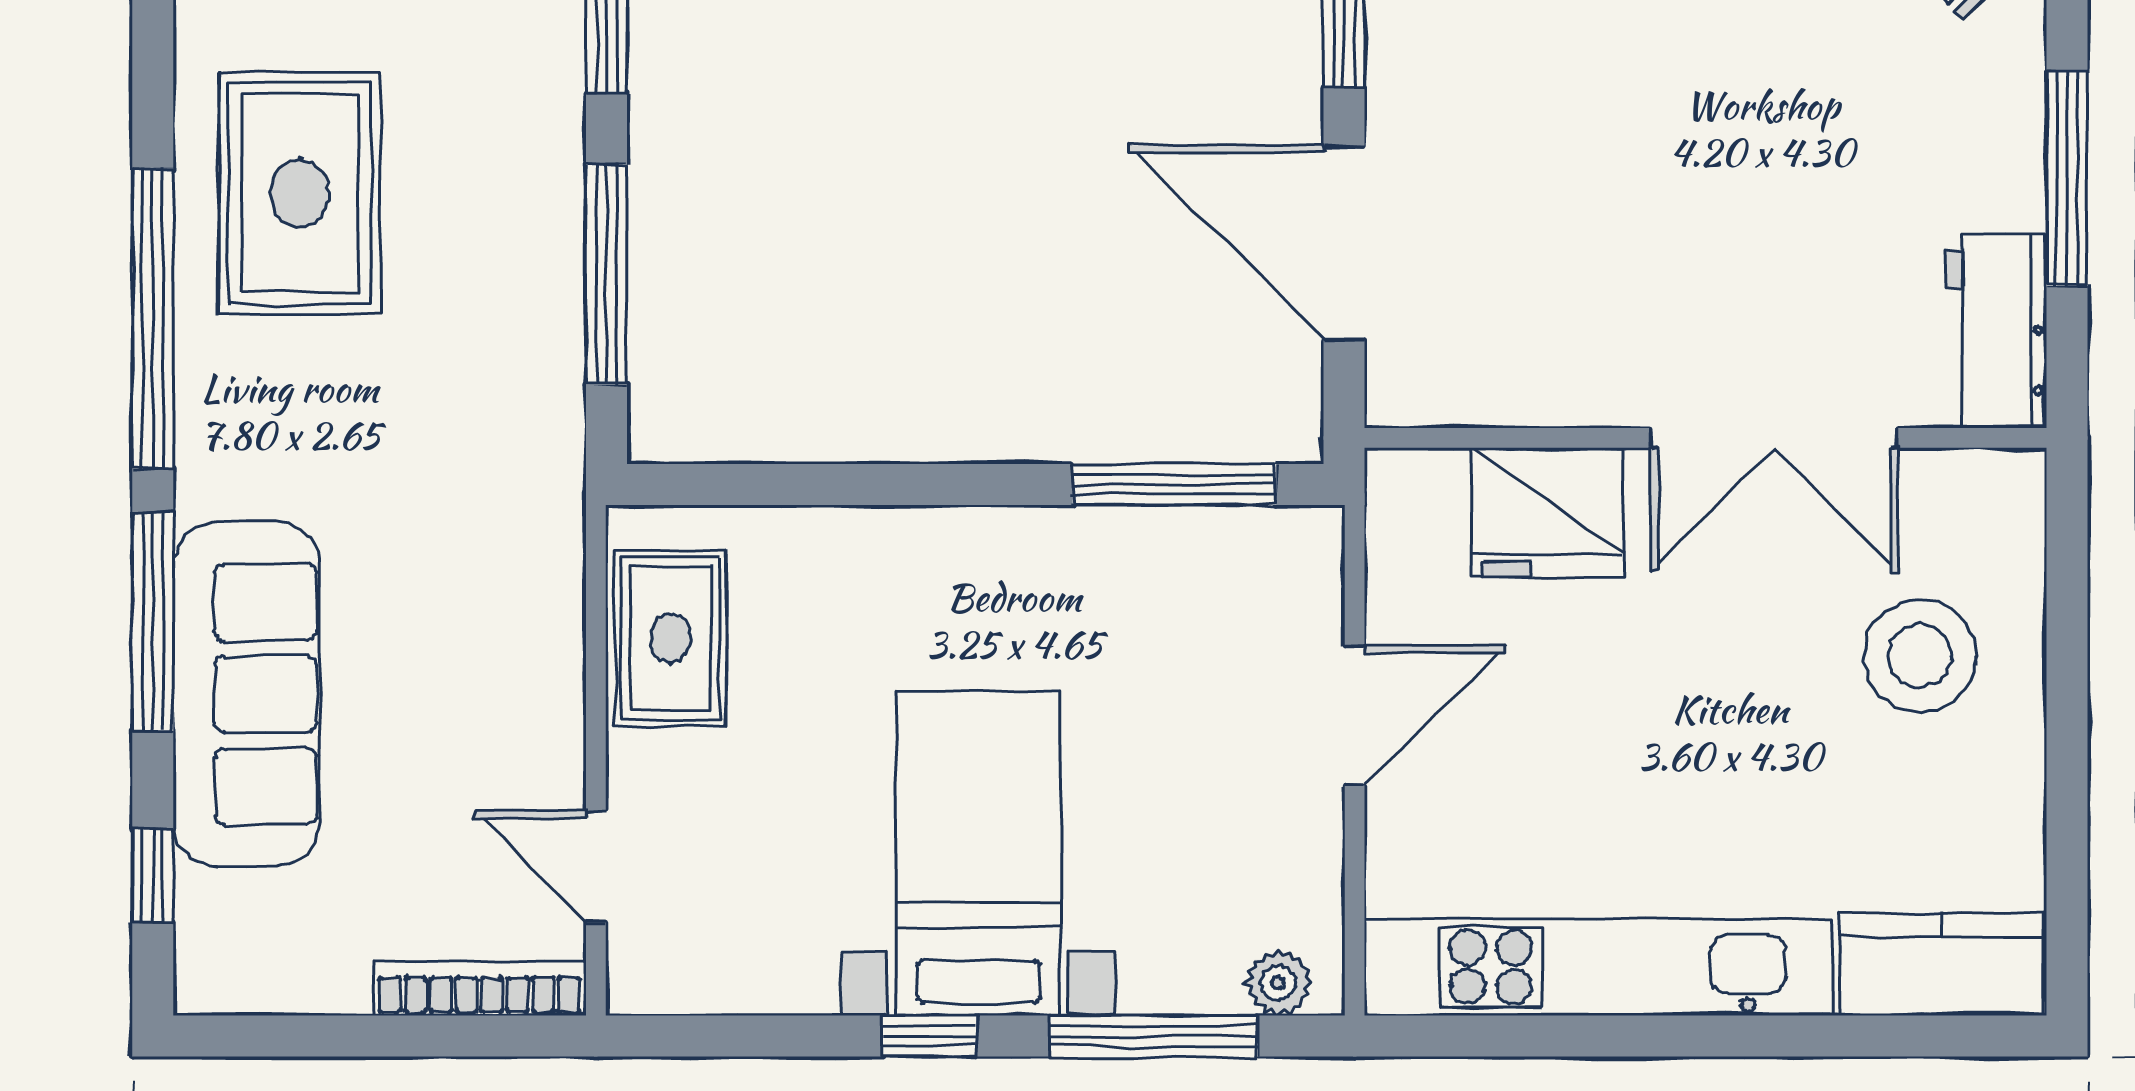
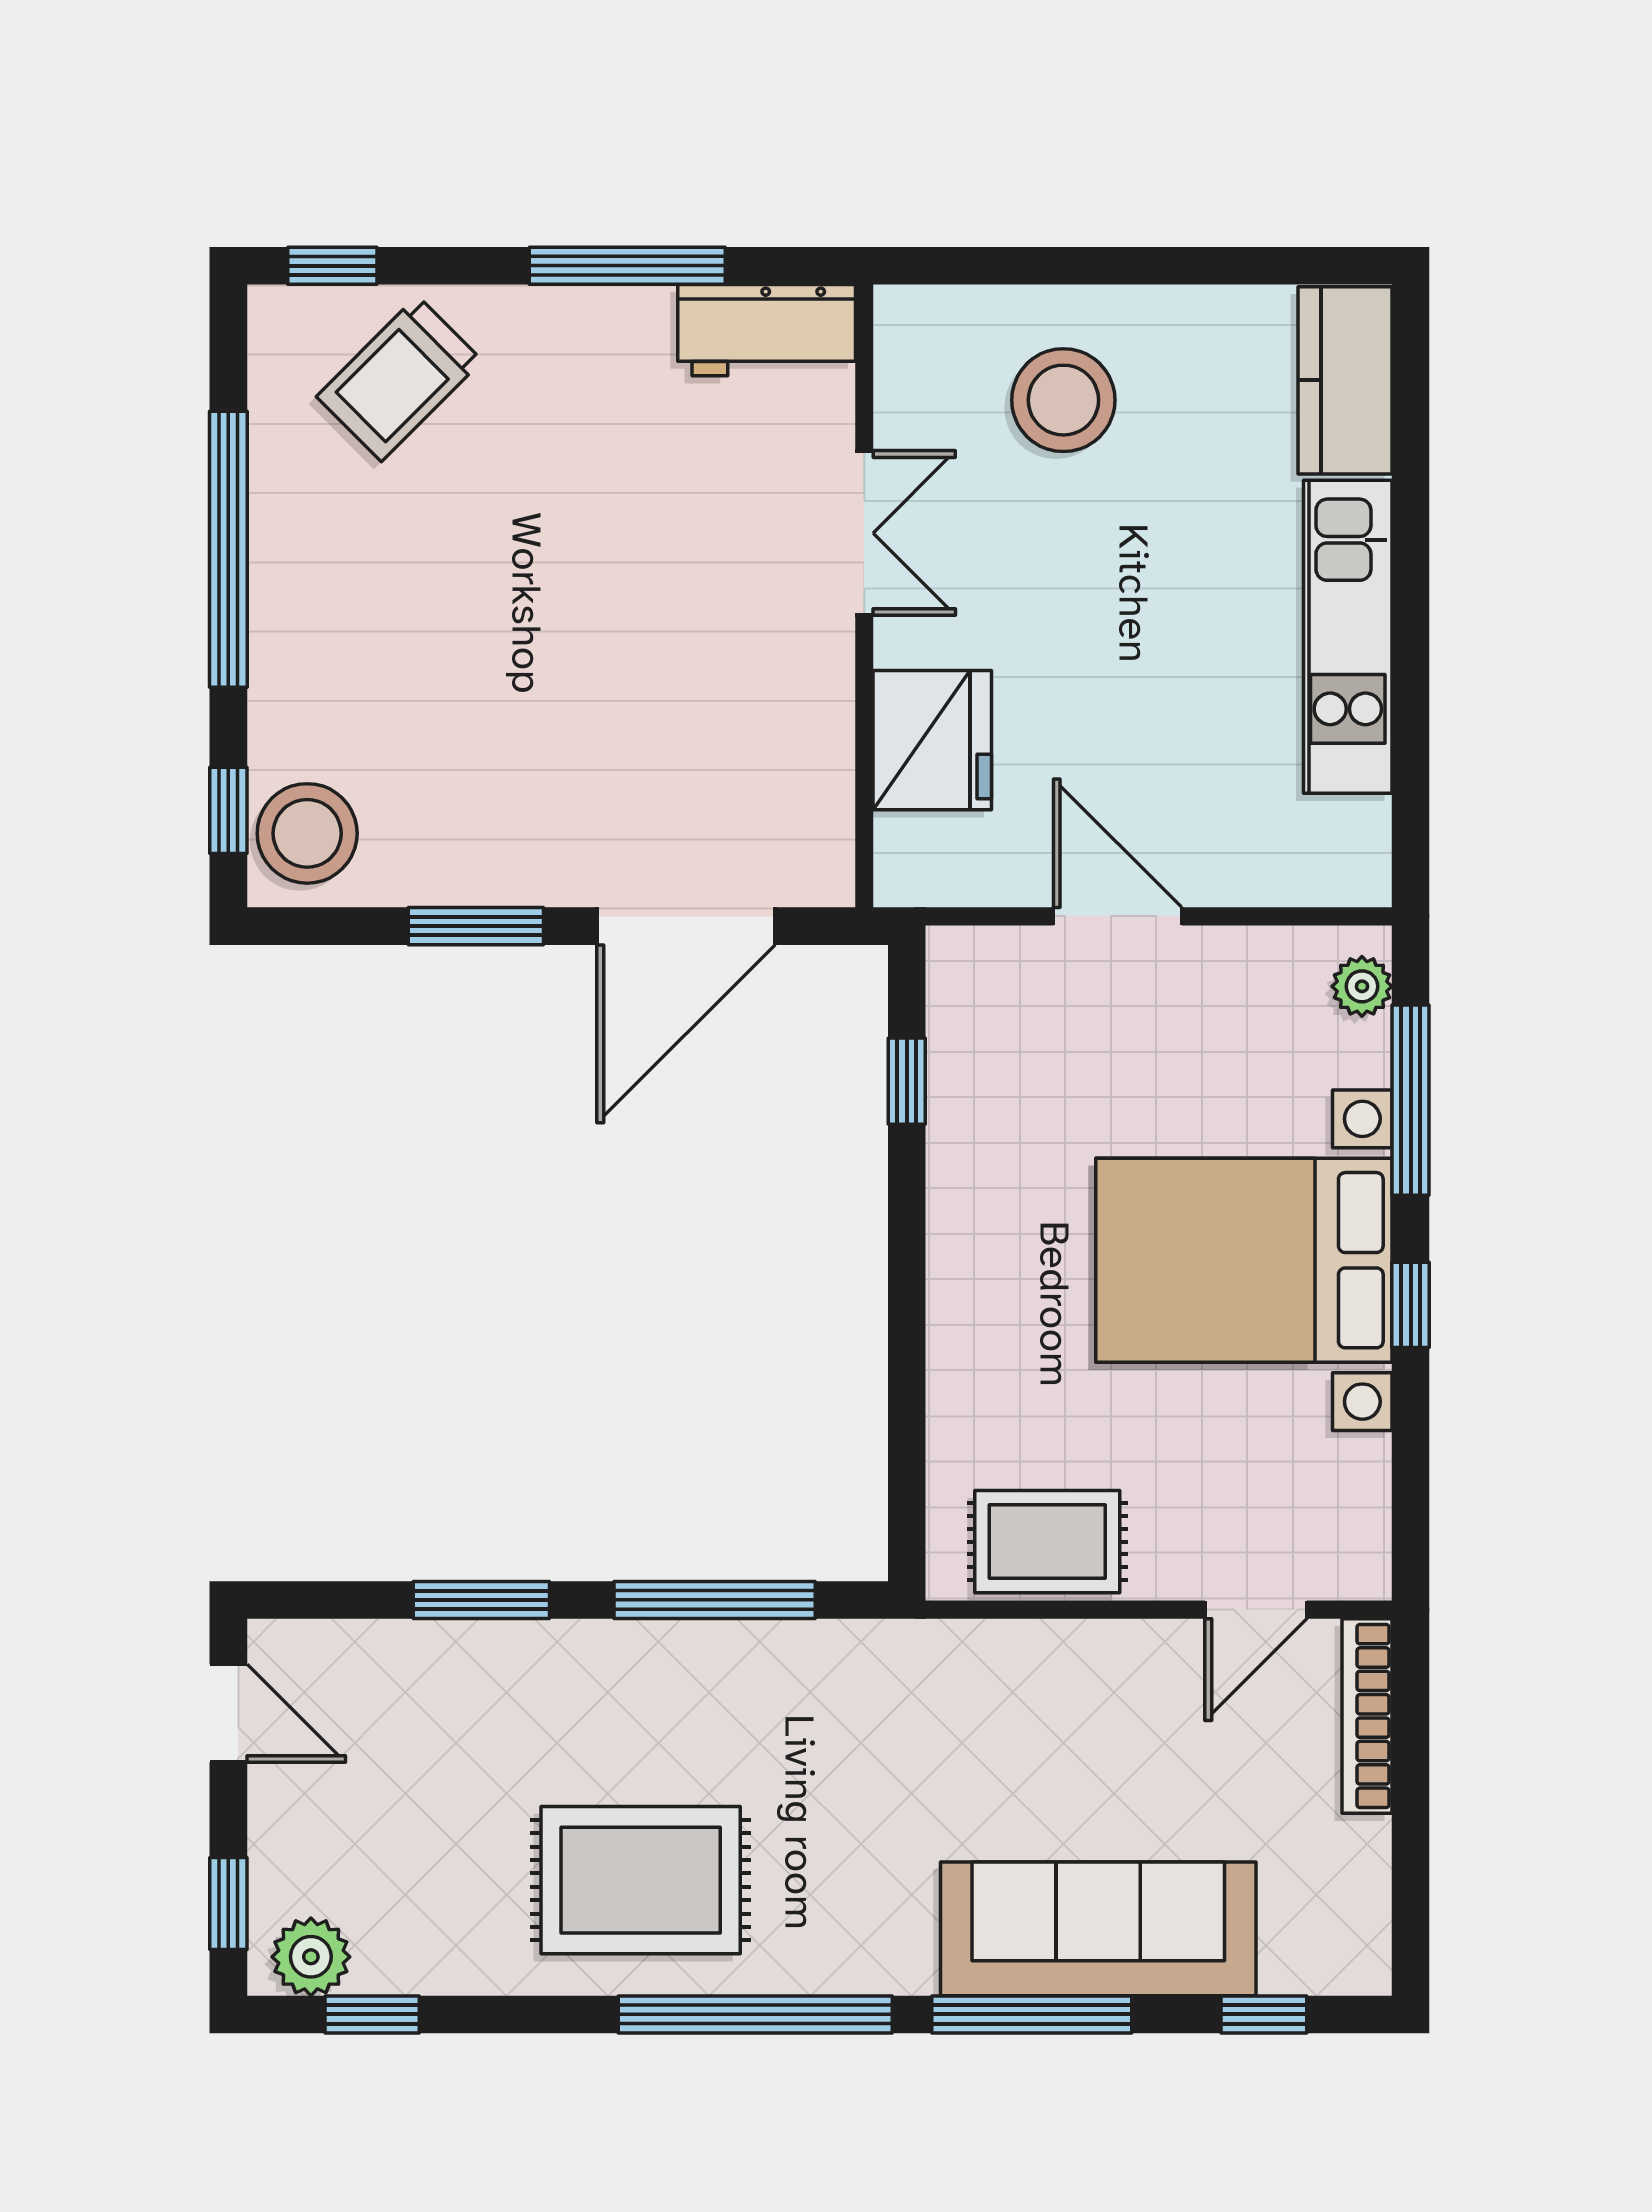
double door: (1774, 438) -> (864, 533), width x0.73
window: (1174, 484) -> (907, 1081), width x0.46
bed with nightstands: (978, 854) -> (1244, 1260), width x1.36
kitchen unit: (1598, 967) -> (1348, 637), width x0.73

